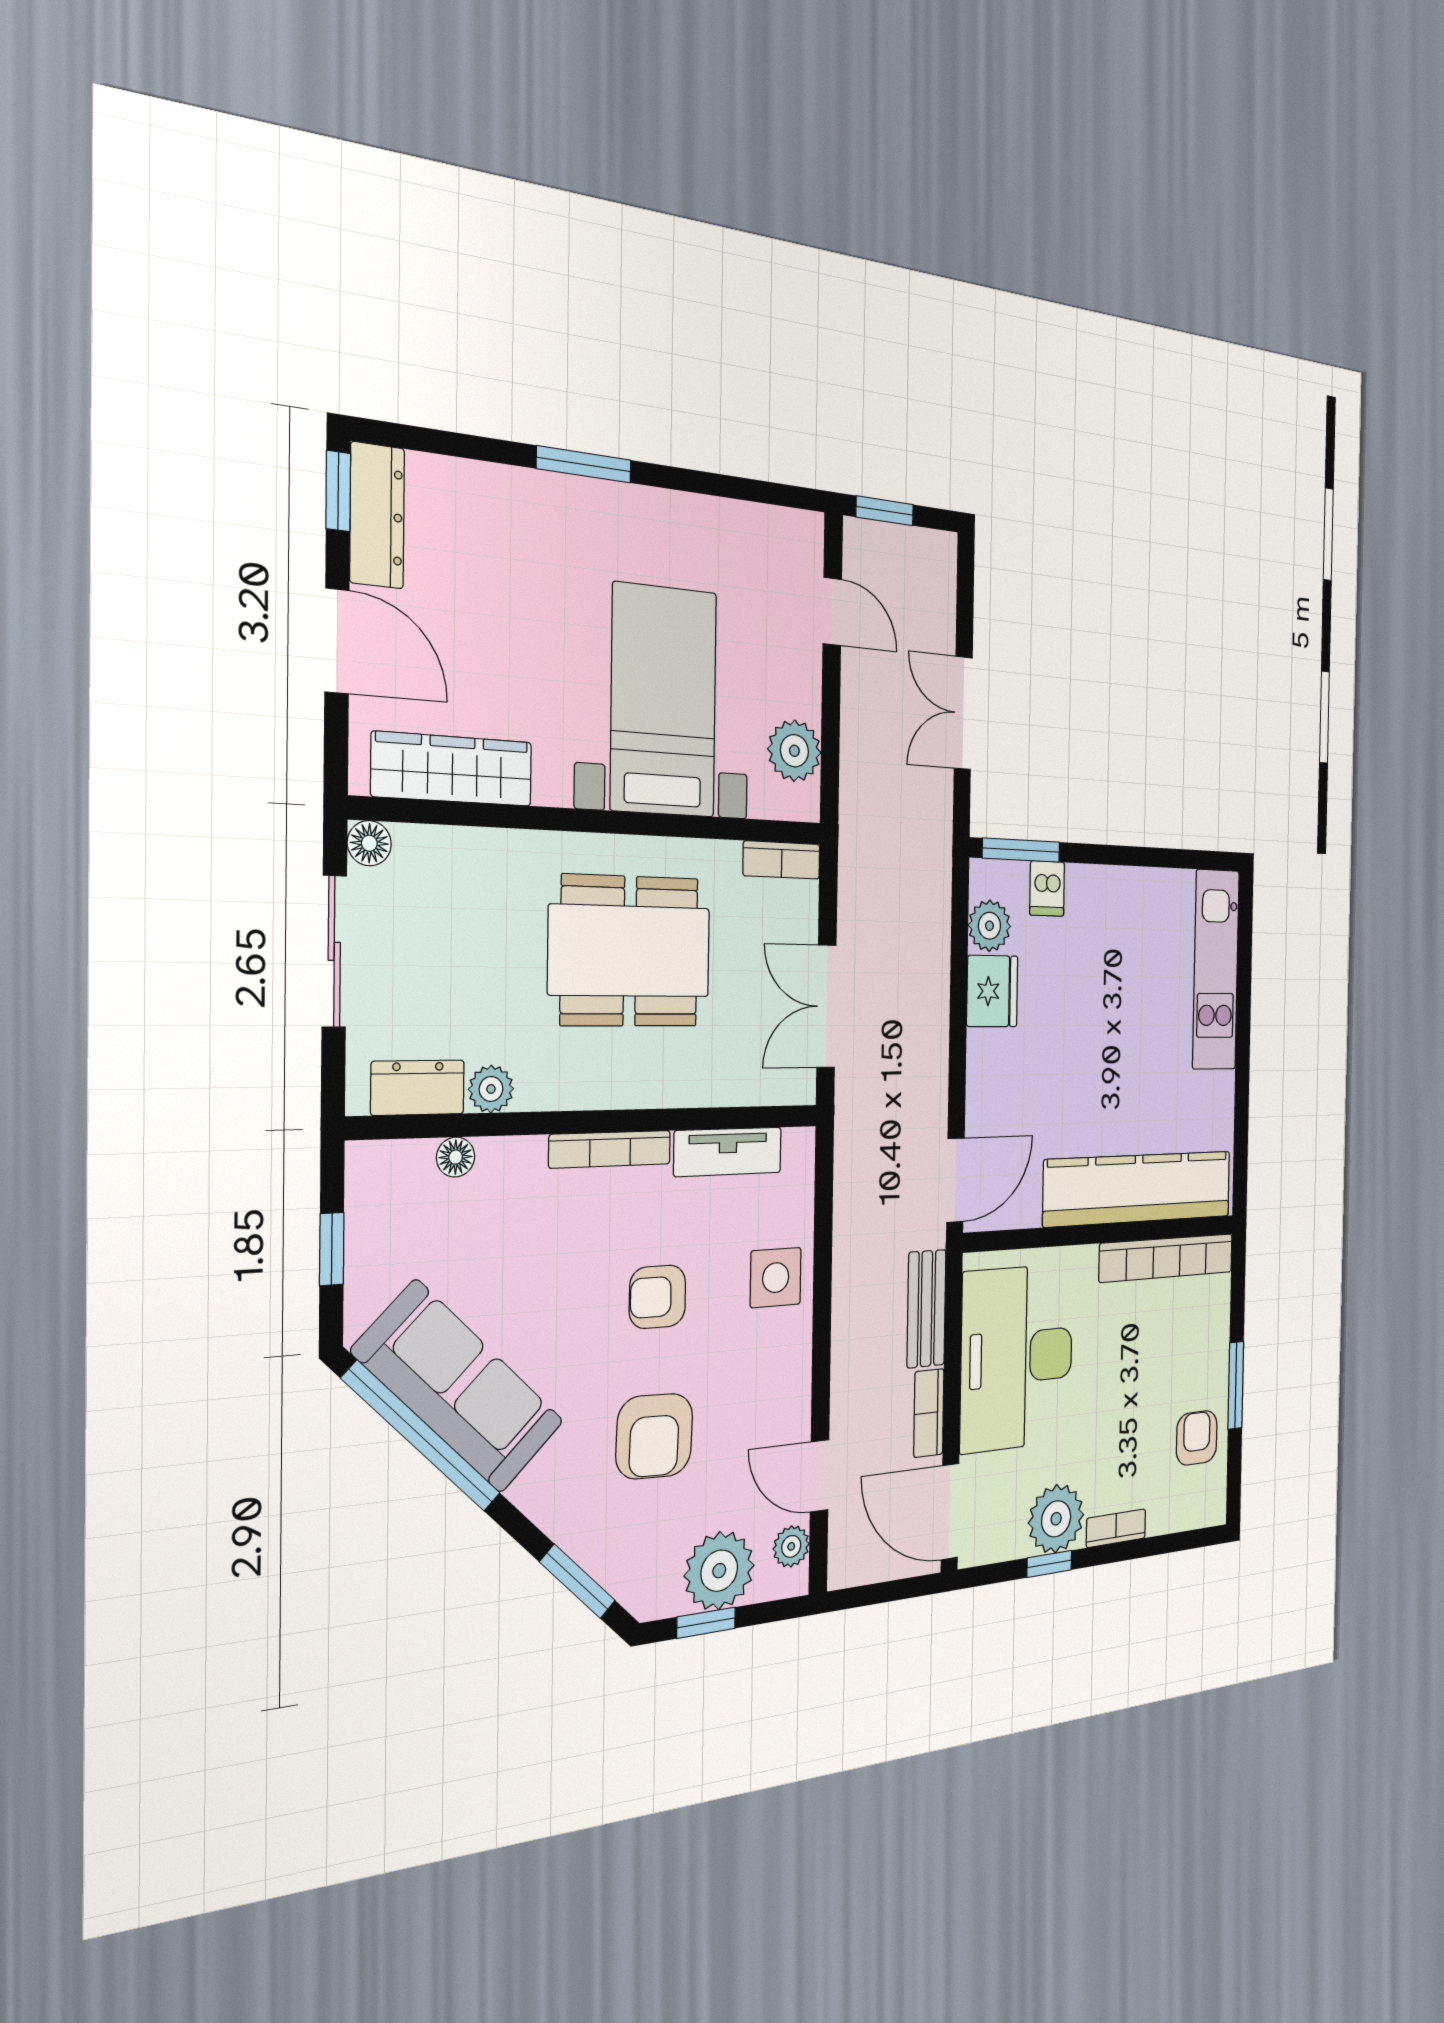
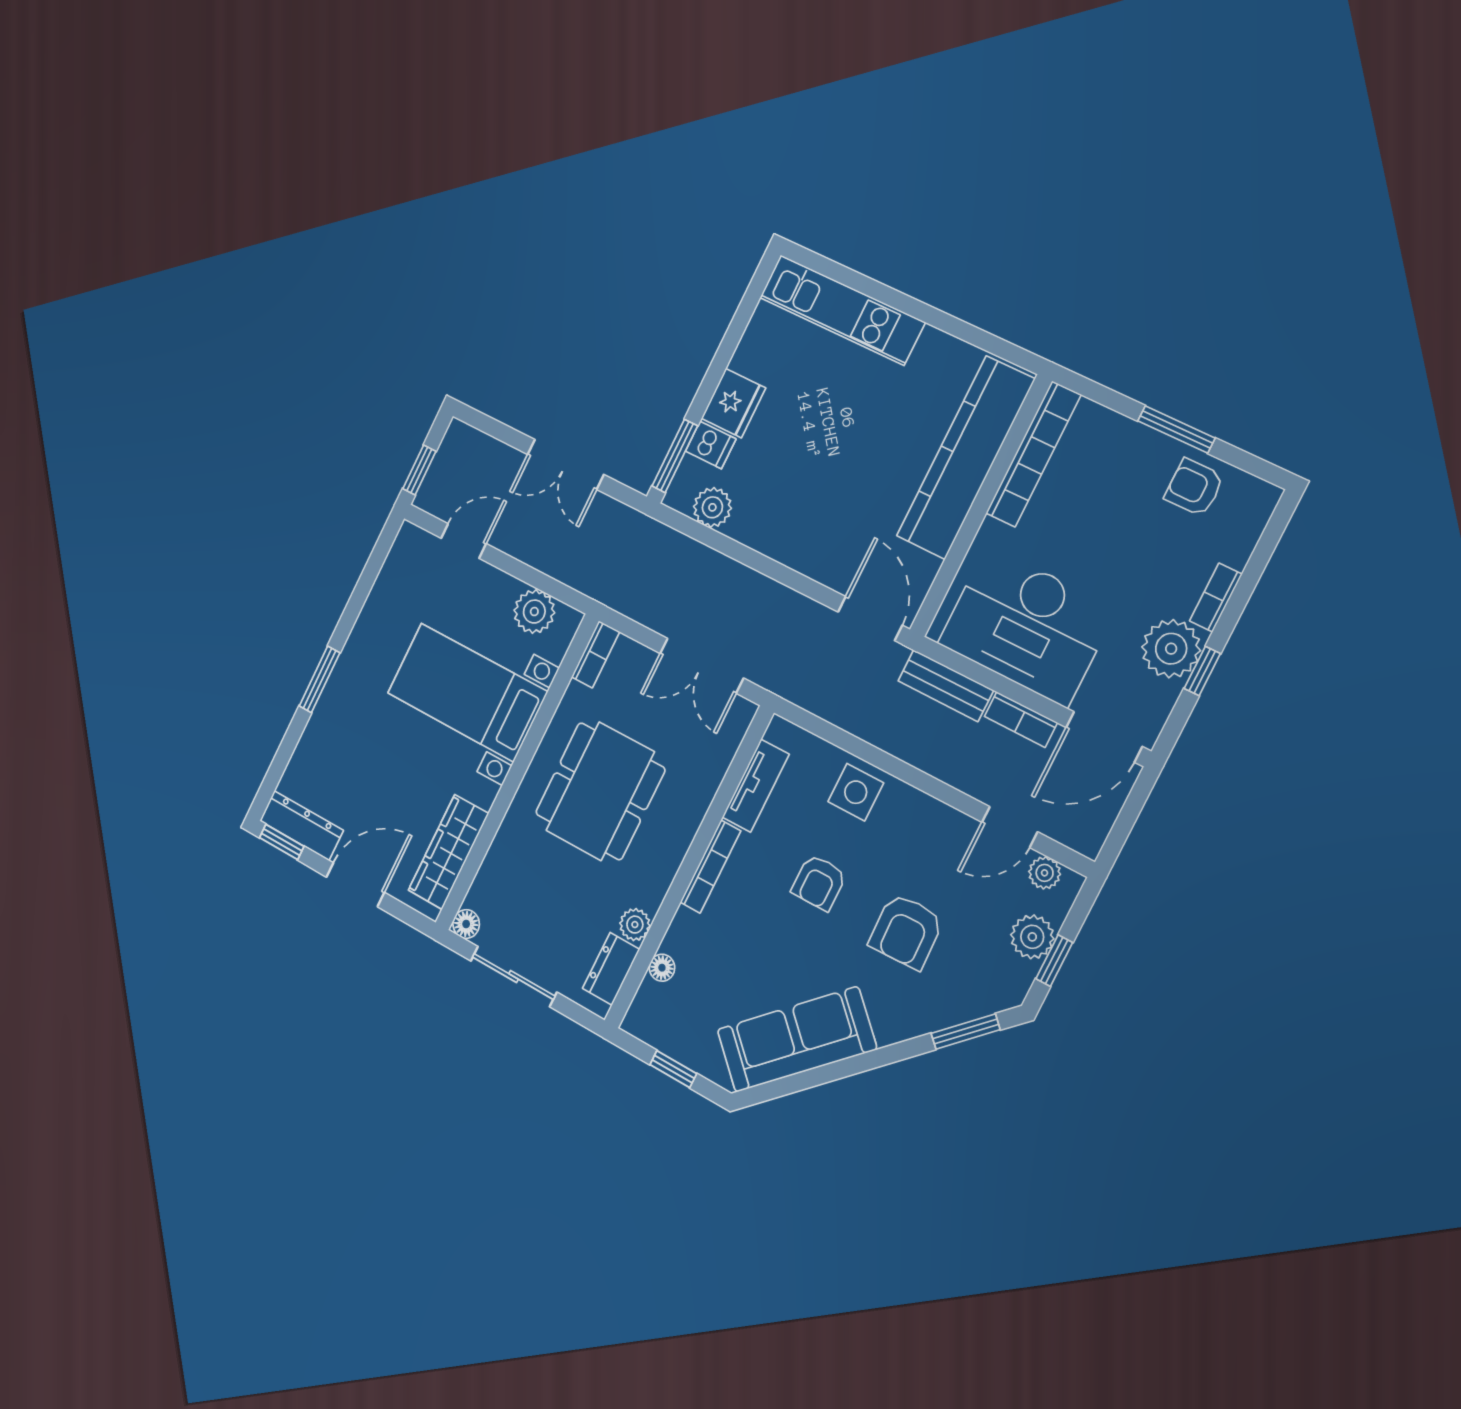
fridge: (992, 991) -> (733, 403), moved, turned 90
armchair: (654, 1436) -> (906, 931), turned 86
window: (422, 1437) -> (812, 1078), removed
plant: (719, 1571) -> (1032, 937), width x0.73, depth x0.73

